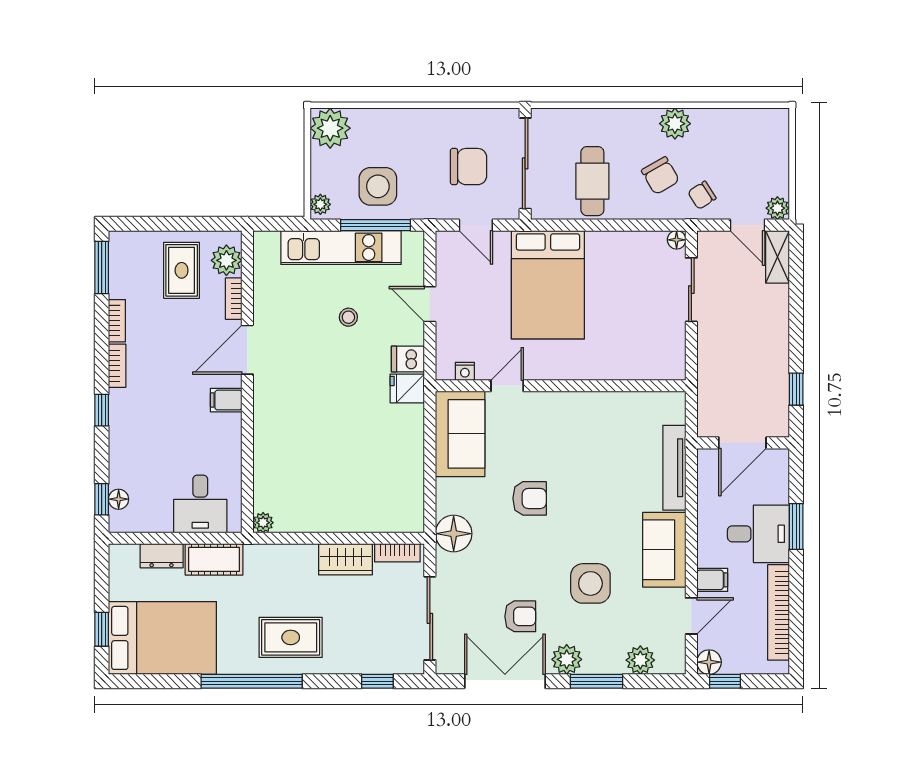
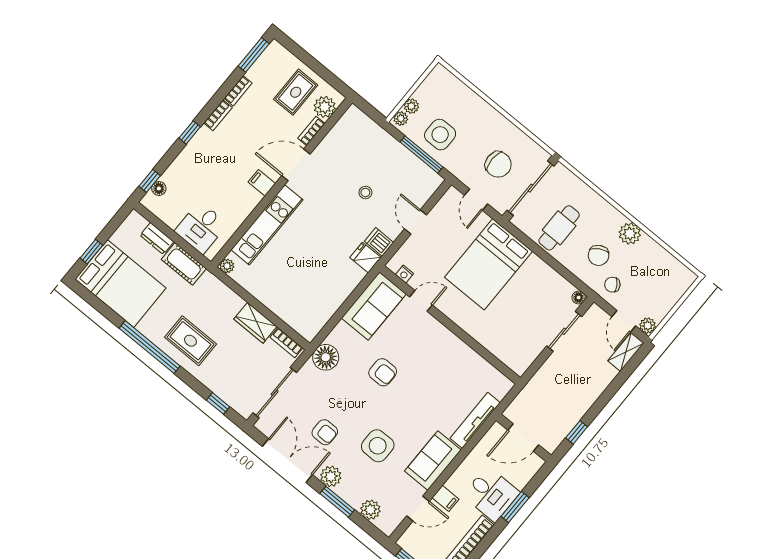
plant: (330, 128) -> (411, 106), moved, width x0.53, depth x0.53
kitchen unit: (341, 247) -> (267, 225), moved, turned -90
floor lamp: (709, 662) -> (407, 542), removed

